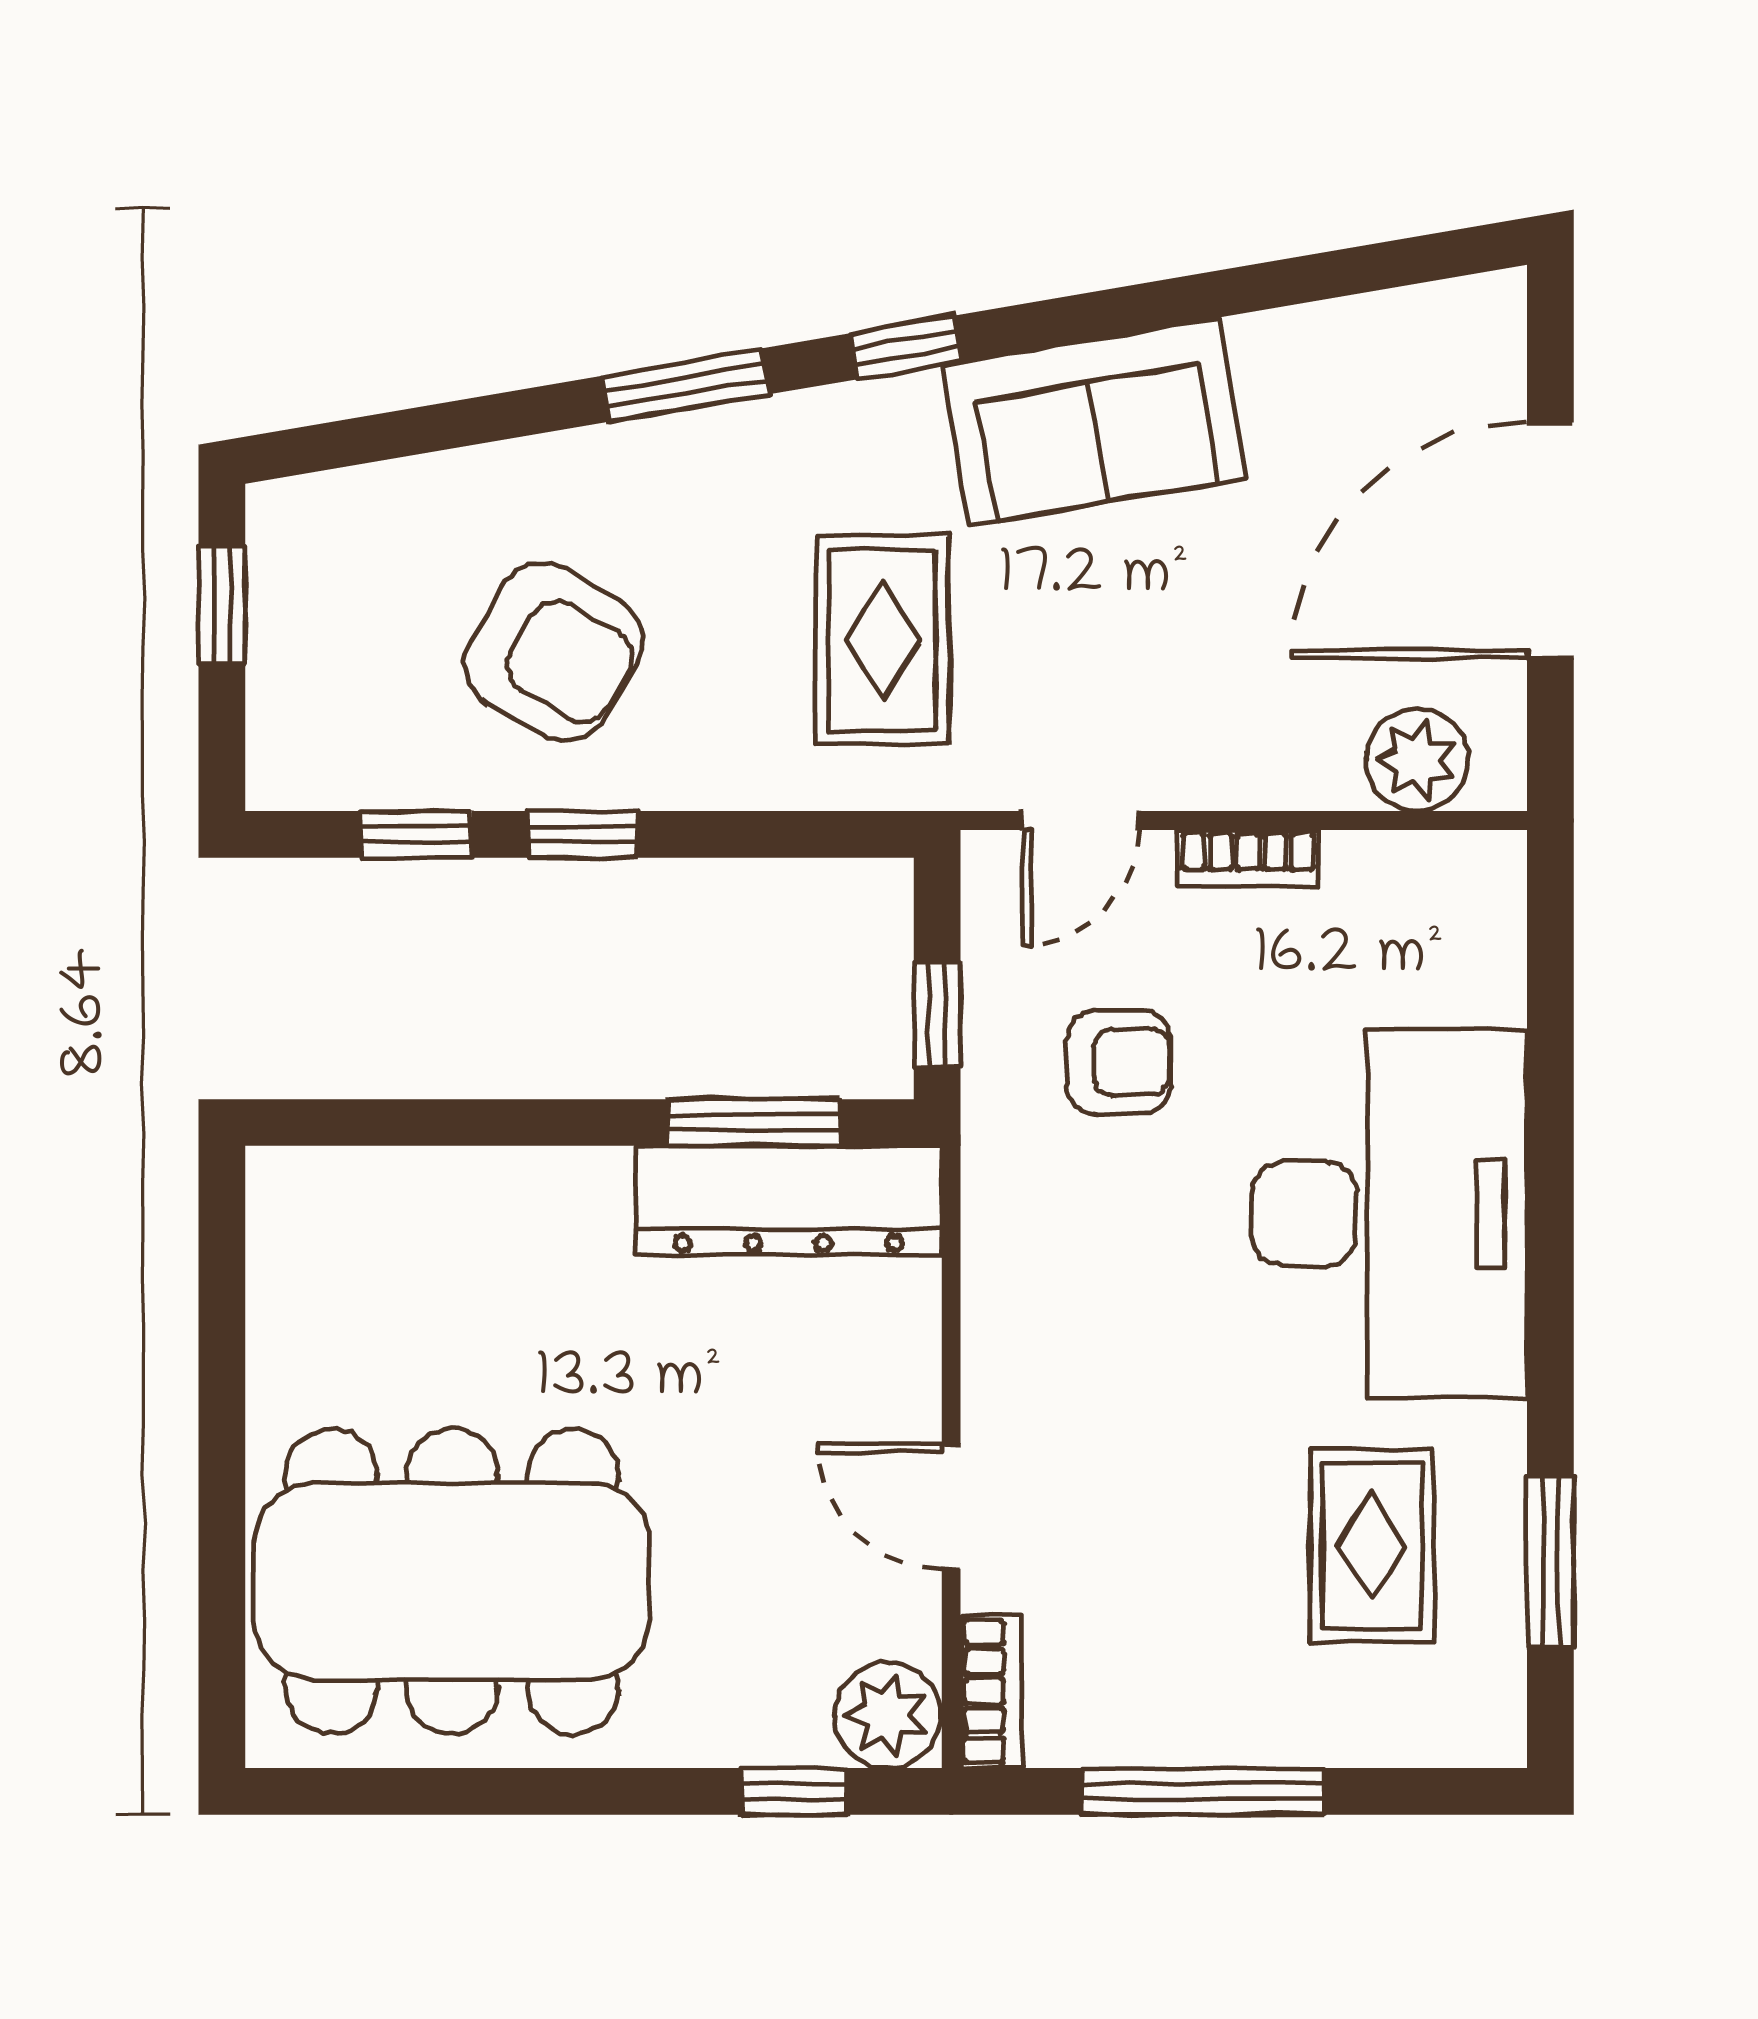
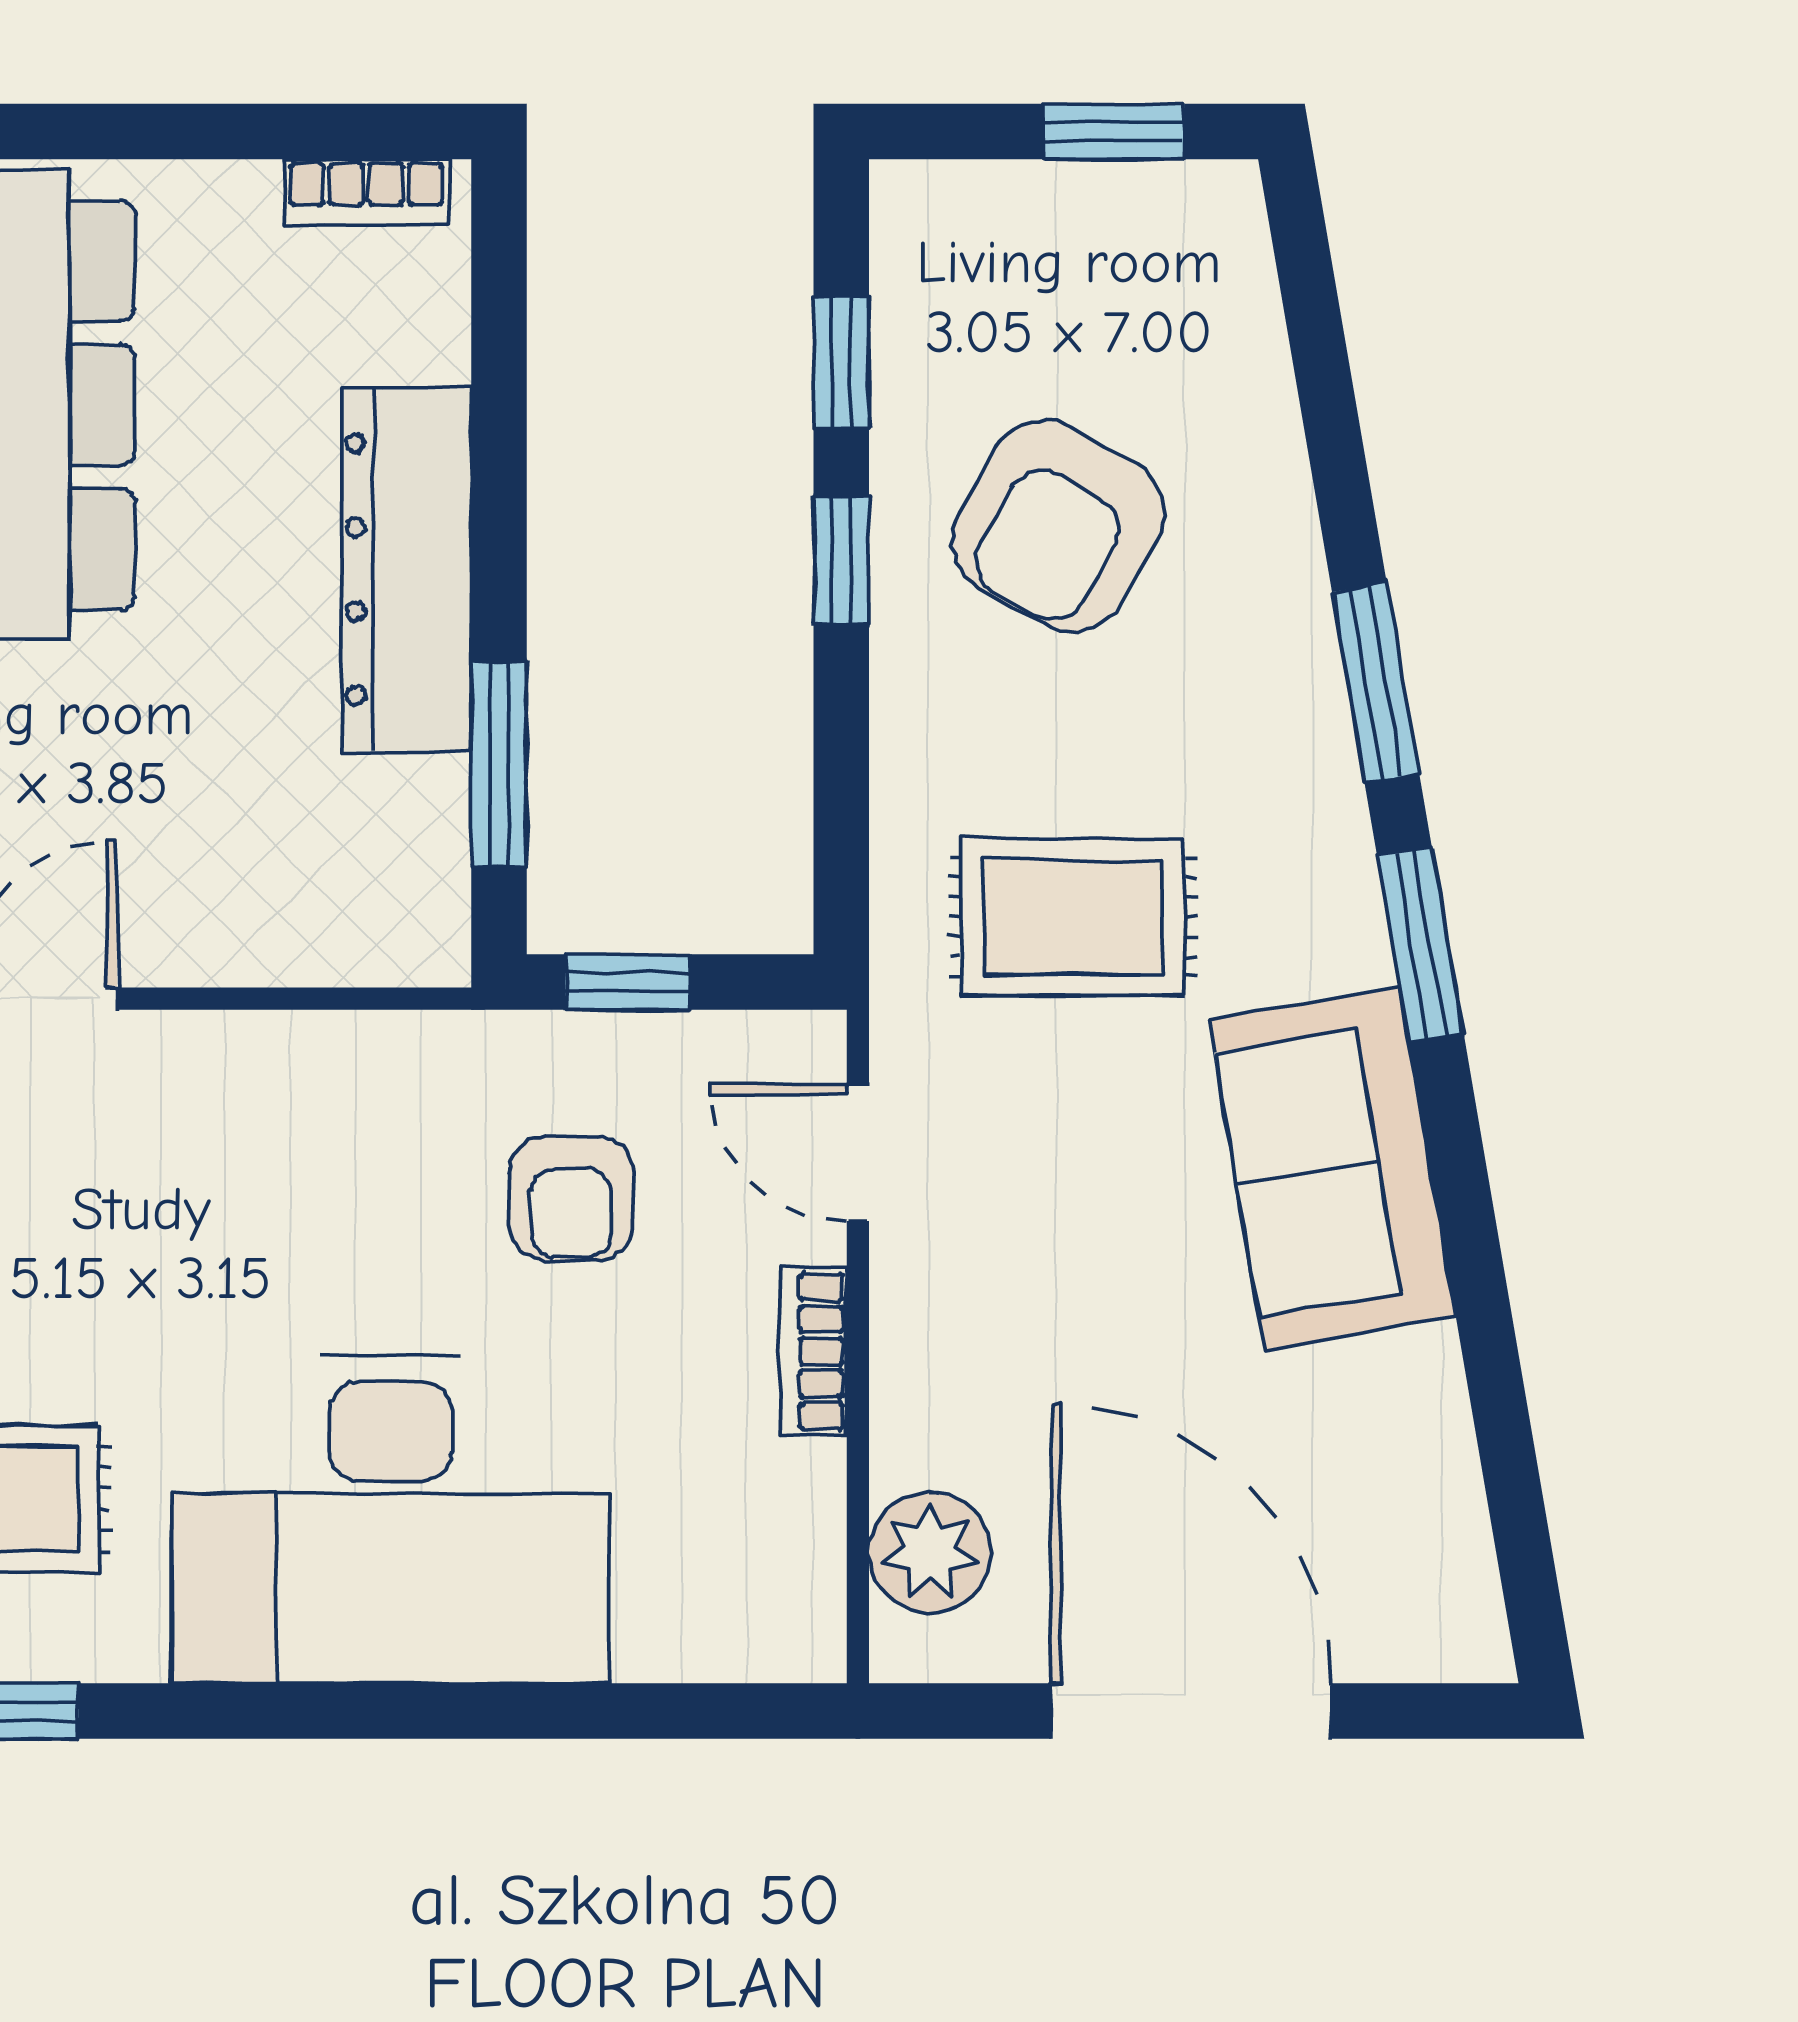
window: (906, 347) -> (1420, 945), width x1.50
dresser: (789, 1200) -> (406, 569), moved
bookcase: (273, 1234) -> (366, 192), added

